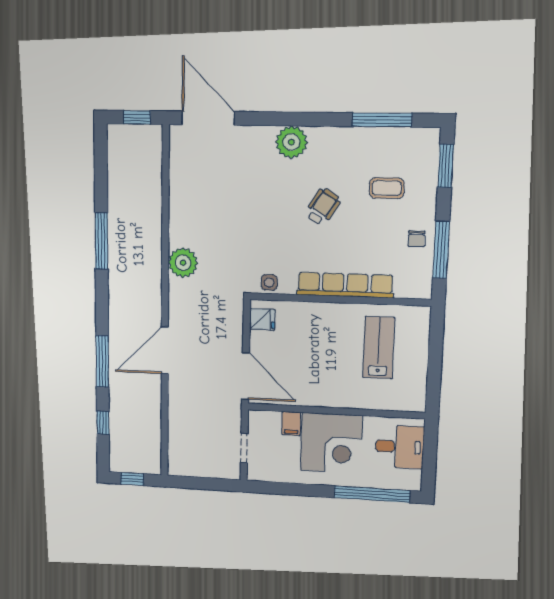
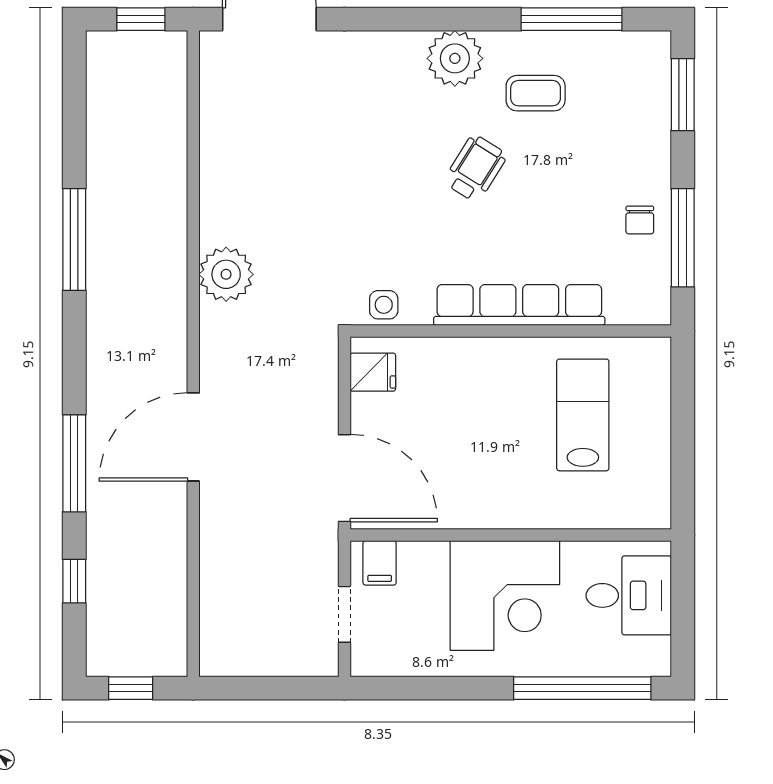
plant: (291, 142) -> (455, 58), moved
coffee table: (387, 188) -> (536, 93), moved
filing cabinet: (291, 424) -> (380, 563), moved

